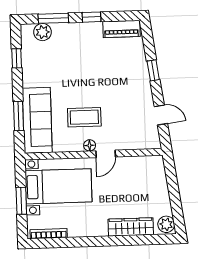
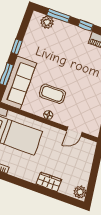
window: (17, 58) -> (17, 47), moved
door: (106, 154) -> (74, 132), moved
wardrobe: (131, 227) -> (49, 182), width x0.67

